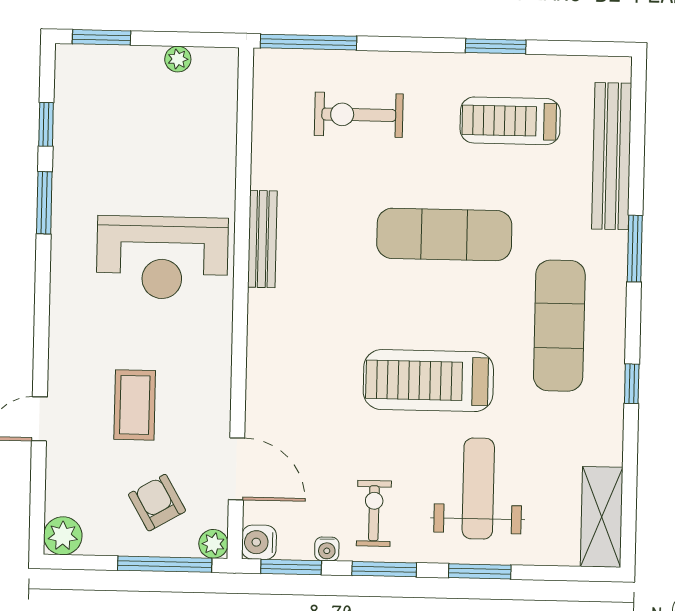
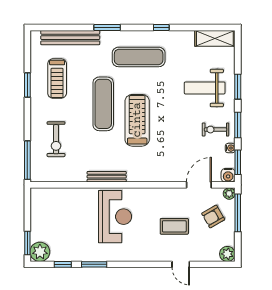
plant: (178, 59) -> (40, 252), moved, width x1.87, depth x1.87
treadmill: (428, 381) -> (137, 120), moved, turned 180

